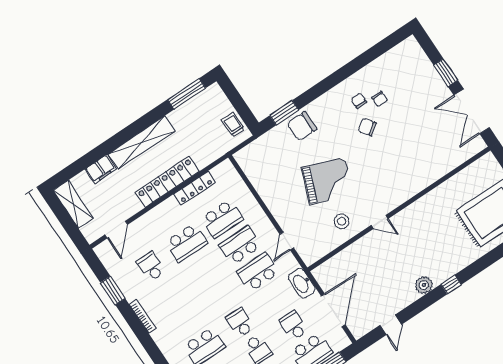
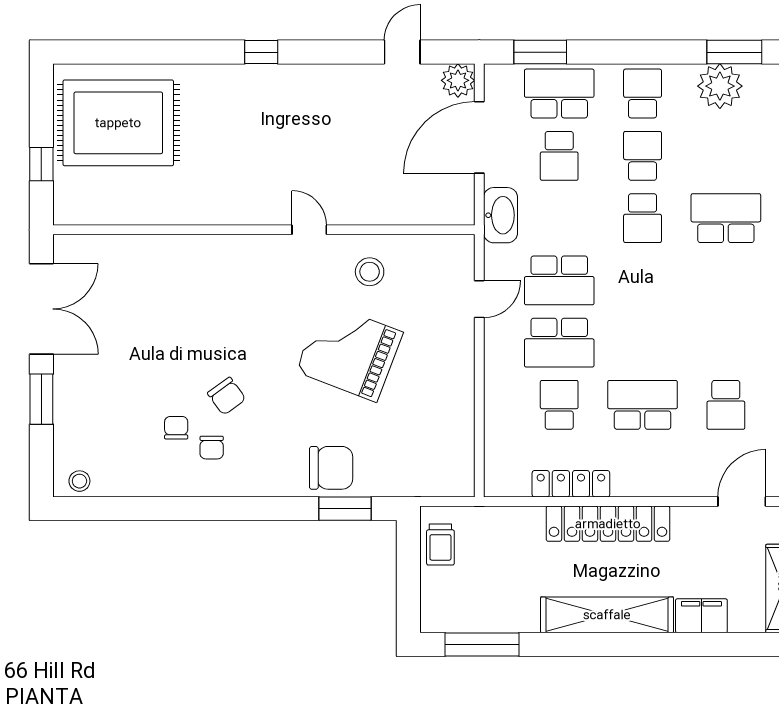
stool: (406, 48) -> (79, 481), added
school desk: (222, 219) -> (559, 405), width x0.54
plant: (424, 285) -> (458, 80), moved

